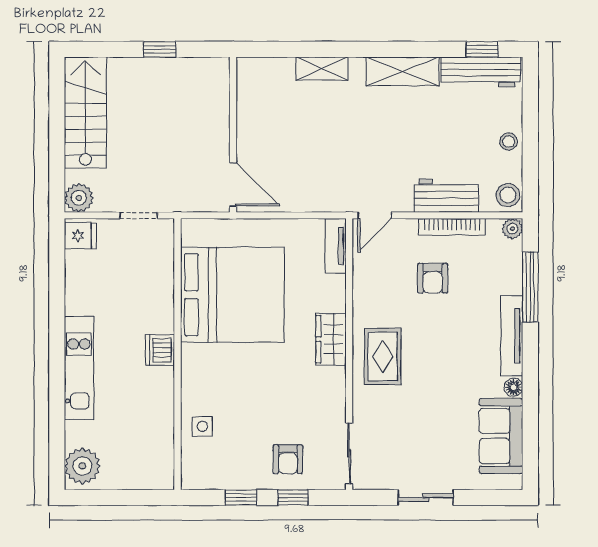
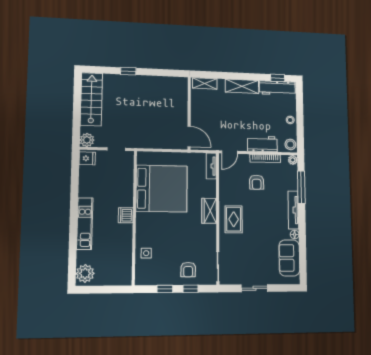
wall: (233, 135) -> (189, 113), moved
door: (233, 184) -> (189, 137), moved

